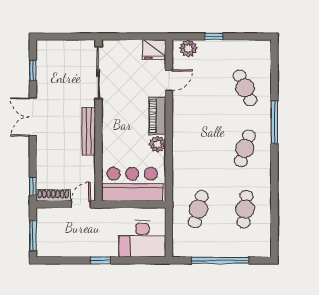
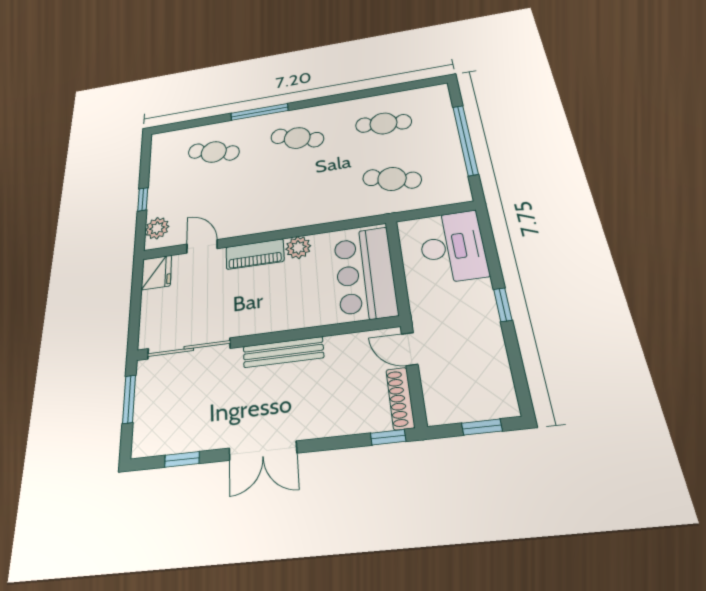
window: (71, 36) -> (129, 399), added
cafe table: (245, 88) -> (214, 152), turned 39
window: (33, 236) -> (482, 427), width x0.67

